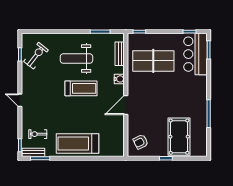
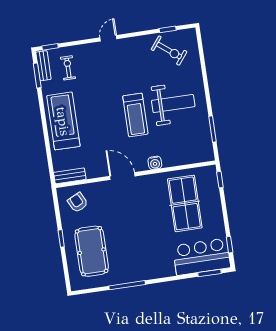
bench: (120, 54) -> (70, 176), moved
weight bench: (76, 59) -> (173, 103), turned 90
pool table: (179, 137) -> (92, 251), turned 90

